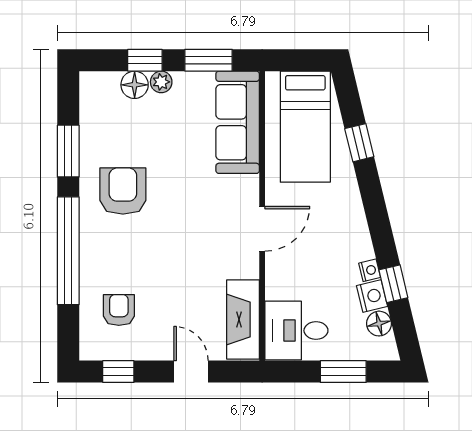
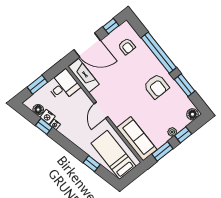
floor lamp: (135, 85) -> (193, 114), moved
door: (191, 372) -> (87, 45), width x1.87

